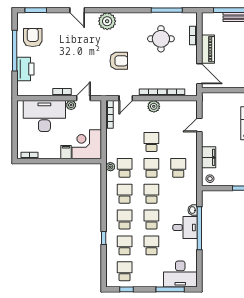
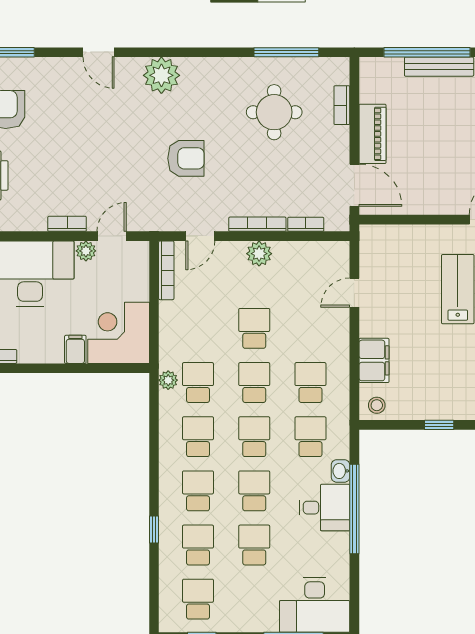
school desk: (178, 194) -> (310, 437), added

